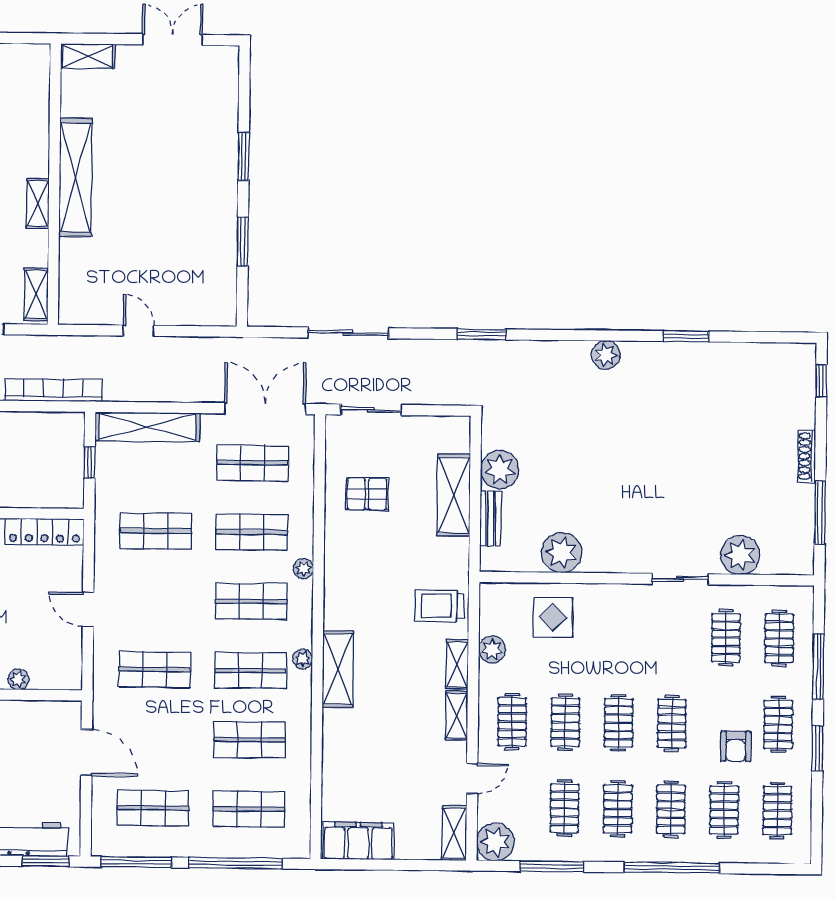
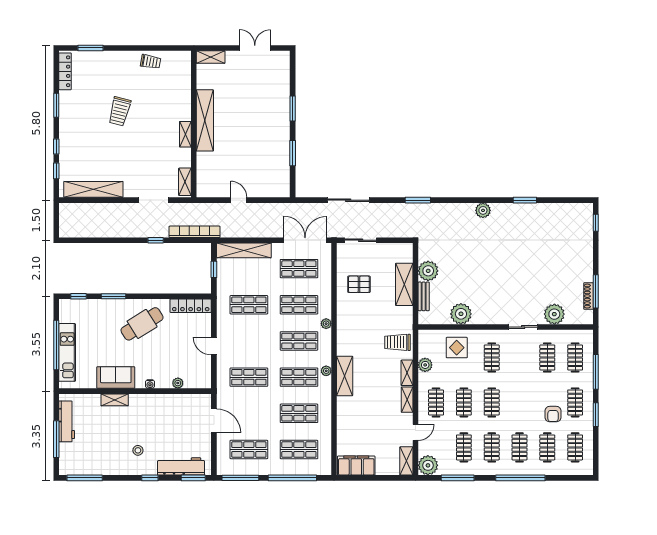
shoe rack: (807, 456) -> (588, 296), moved
clothes rail: (672, 723) -> (492, 357), moved

